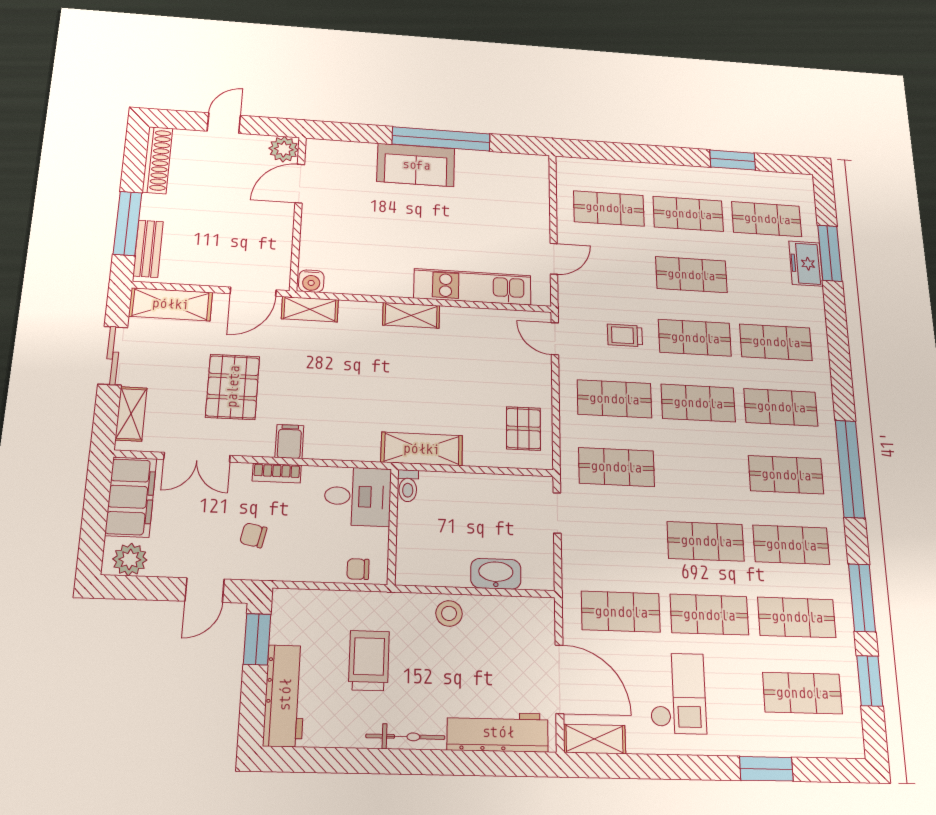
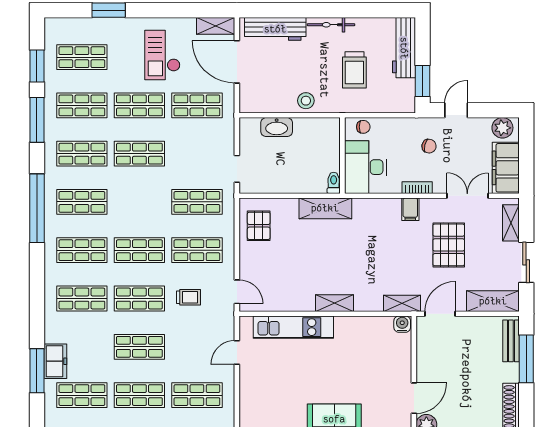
desk: (358, 496) -> (365, 167), width x1.37

